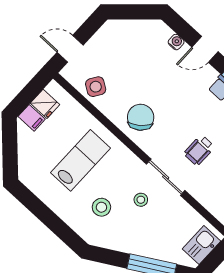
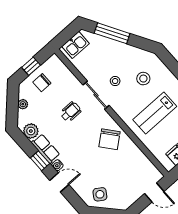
water cooler: (176, 42) -> (57, 165), moved
side table: (96, 87) -> (100, 194), moved

